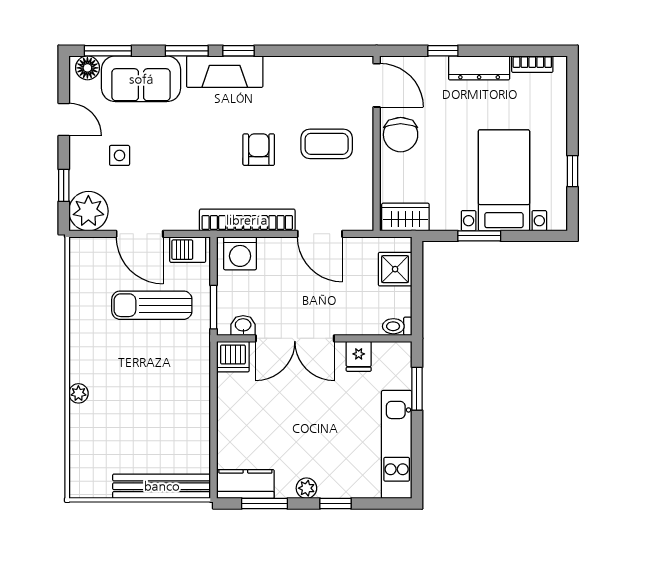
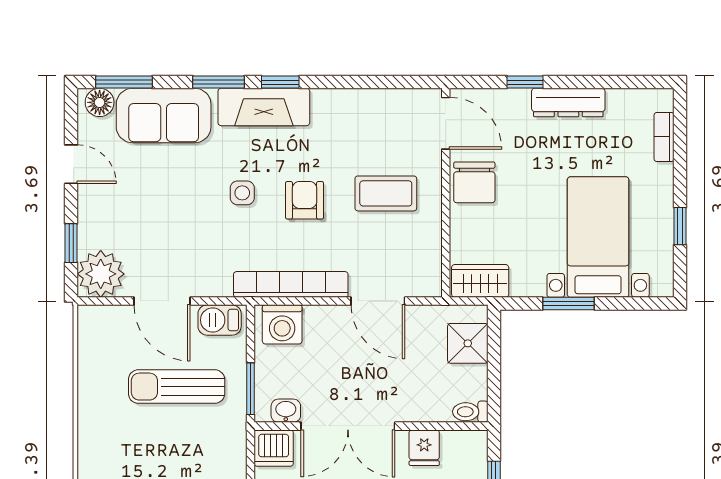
bookcase: (532, 64) -> (664, 137), moved, turned 90
side table: (120, 155) -> (242, 193), moved

